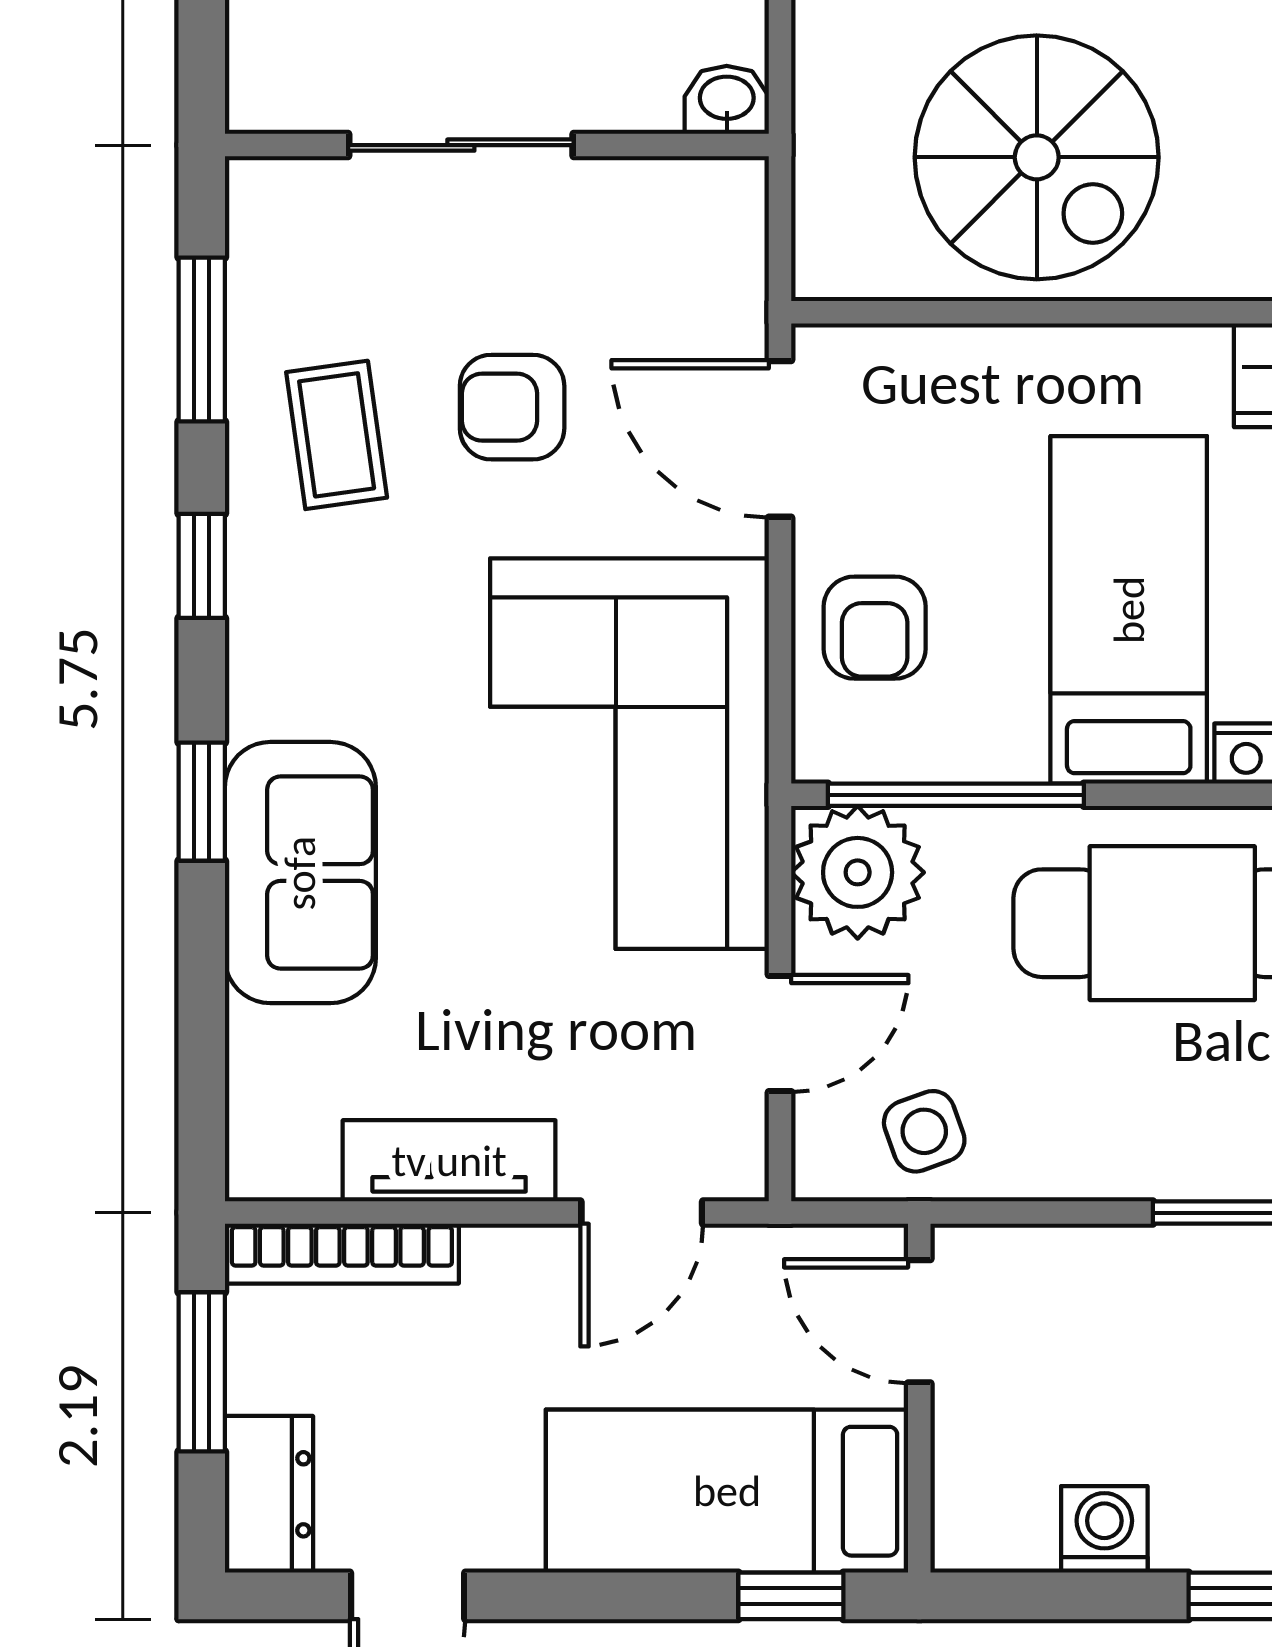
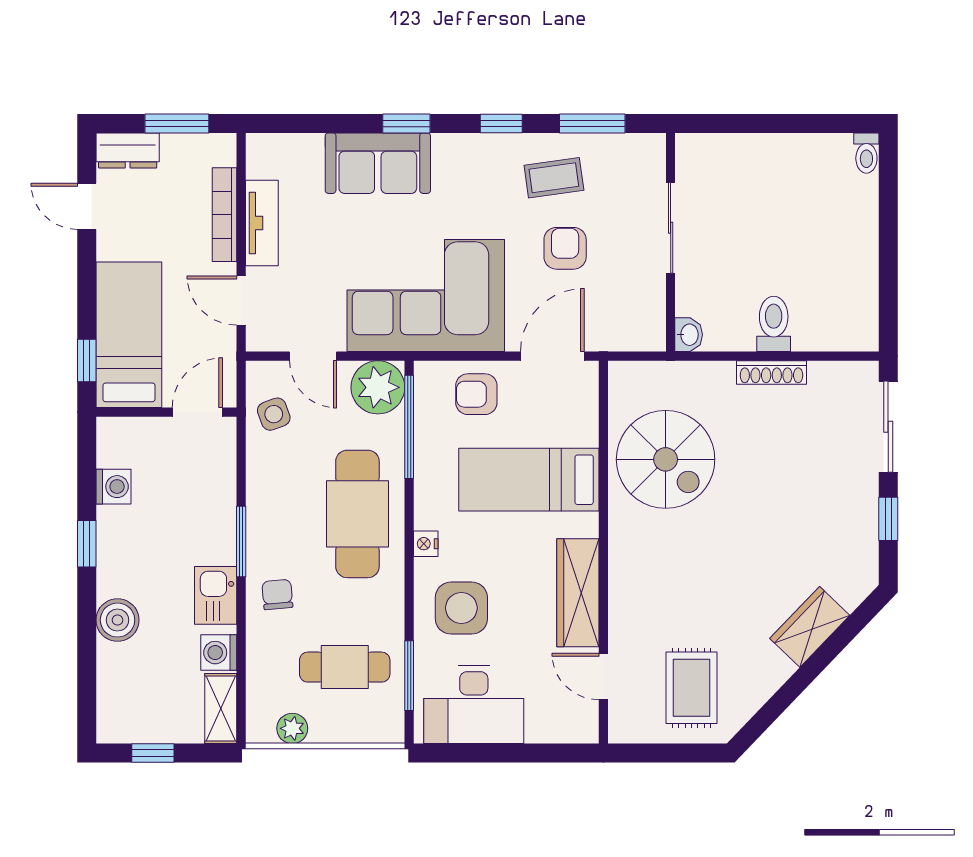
spiral stairs: (1037, 157) -> (666, 459), turned -90
bed: (1129, 610) -> (529, 480), moved, turned 180
bookcase: (342, 1254) -> (225, 215), moved

